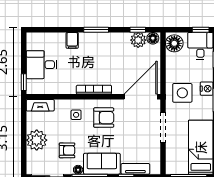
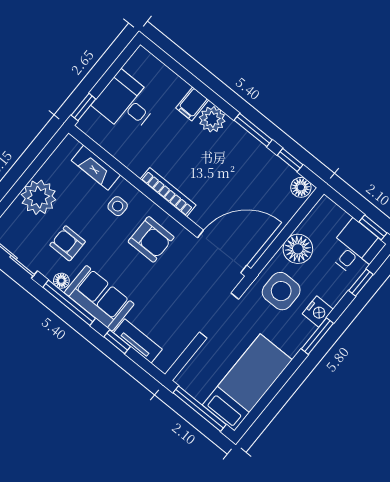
window: (96, 30) -> (253, 130), moved
plant: (138, 40) -> (212, 119), moved
floor lamp: (174, 43) -> (298, 249), moved
fireplace: (40, 105) -> (96, 168), moved
armchair: (67, 150) -> (68, 243), turned 180

